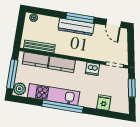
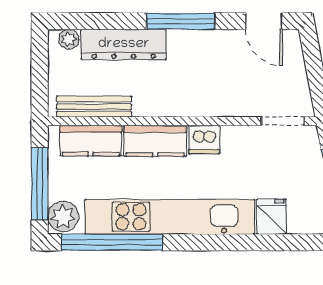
dresser: (76, 27) -> (124, 44), moved
dishwasher: (92, 69) -> (204, 140), moved
kitchen unit: (54, 94) -> (170, 217), width x1.36
window: (63, 107) -> (112, 242), moved

